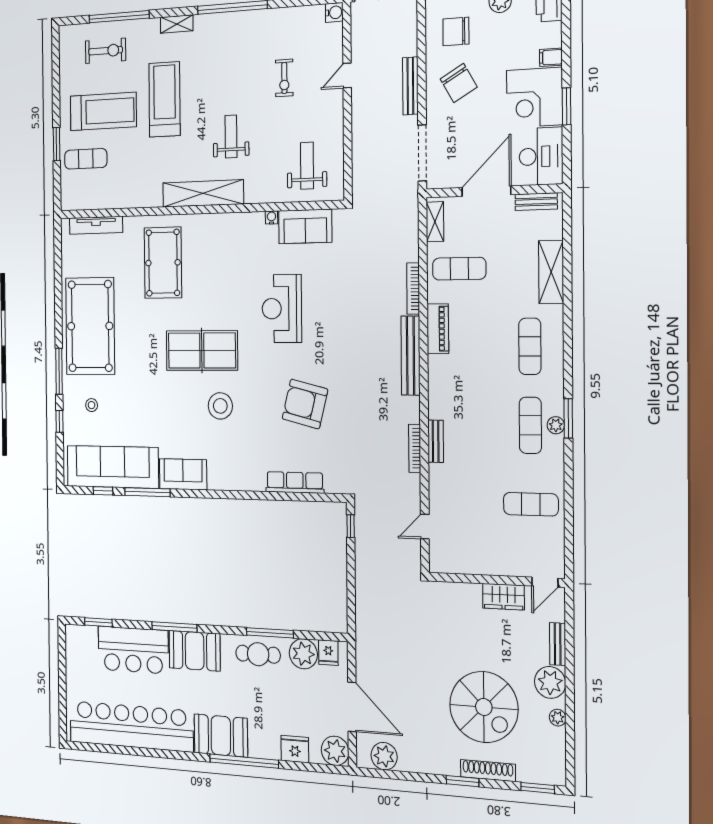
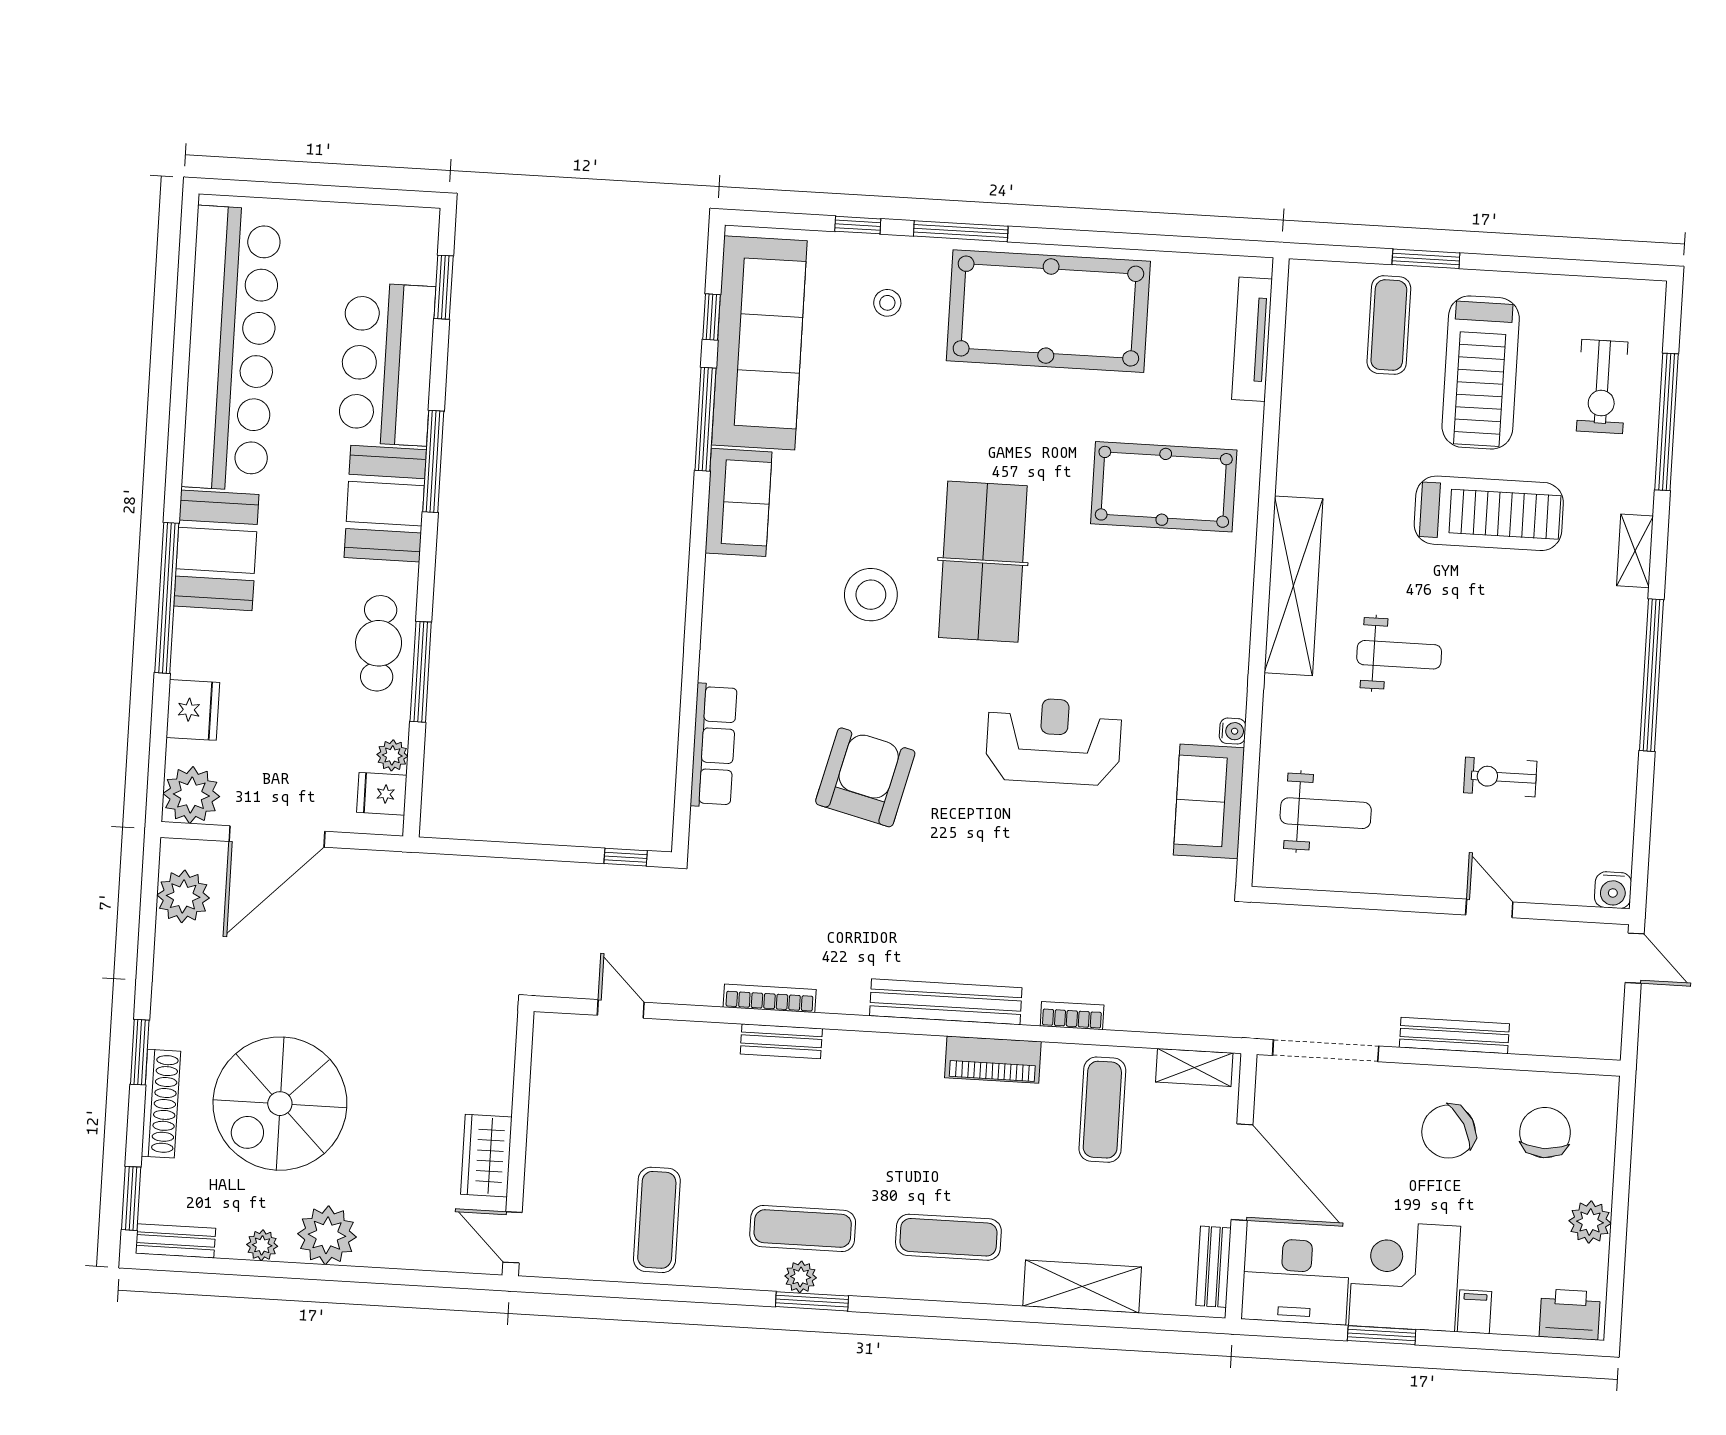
bookcase: (413, 289) -> (1072, 1016), width x0.64
bench: (558, 644) -> (175, 1241), moved
plant: (303, 654) -> (392, 755), width x0.53, depth x0.53

